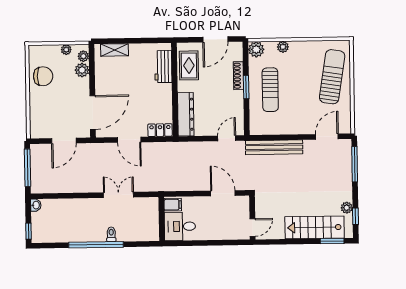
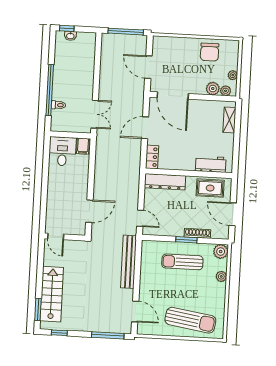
washbasin: (36, 205) -> (70, 36), moved
filing cabinet: (173, 205) -> (83, 146), moved
plant: (347, 208) -> (68, 325), removed
wall: (162, 219) -> (70, 135), moved
desk: (180, 226) -> (62, 151), moved

